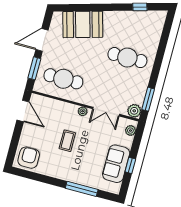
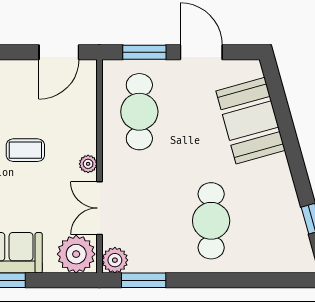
plant: (130, 131) -> (76, 254), width x1.88, depth x1.88

